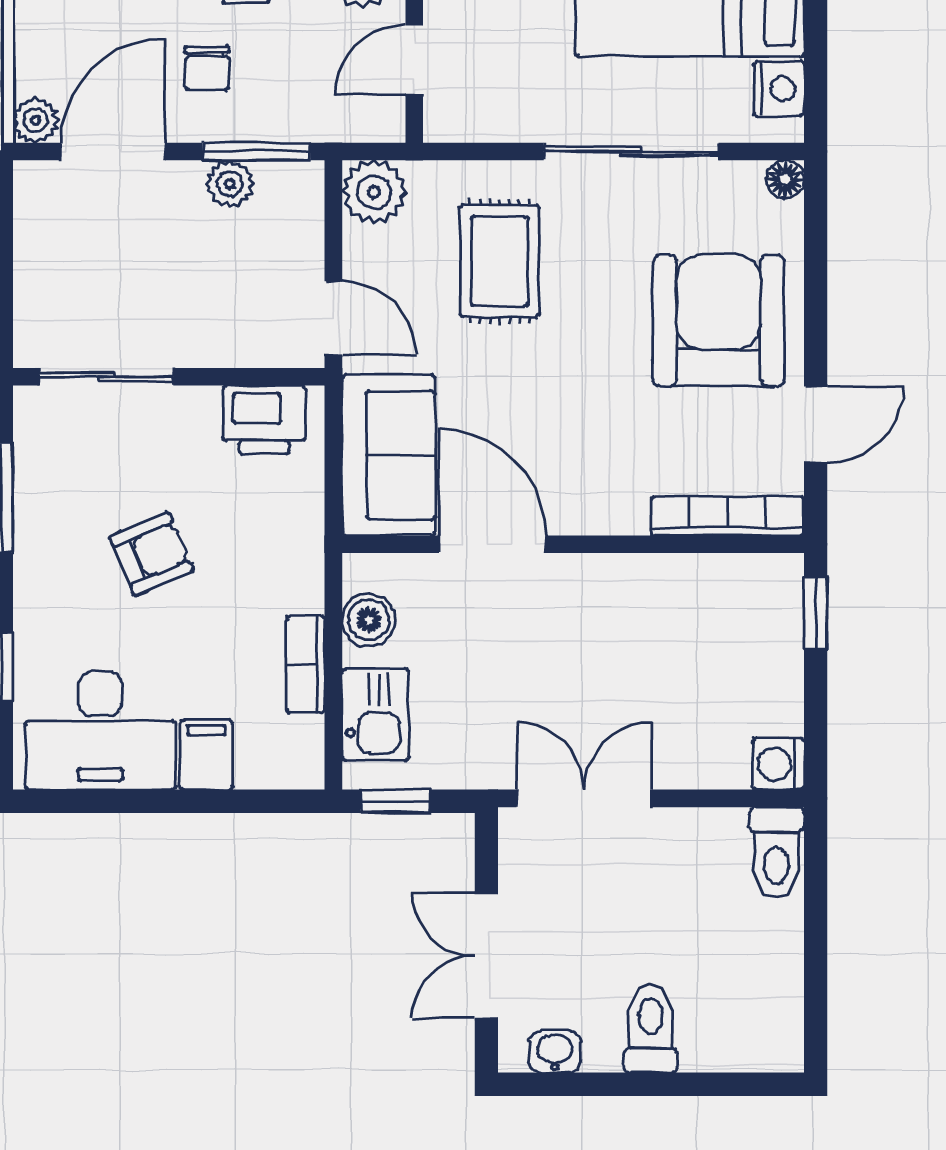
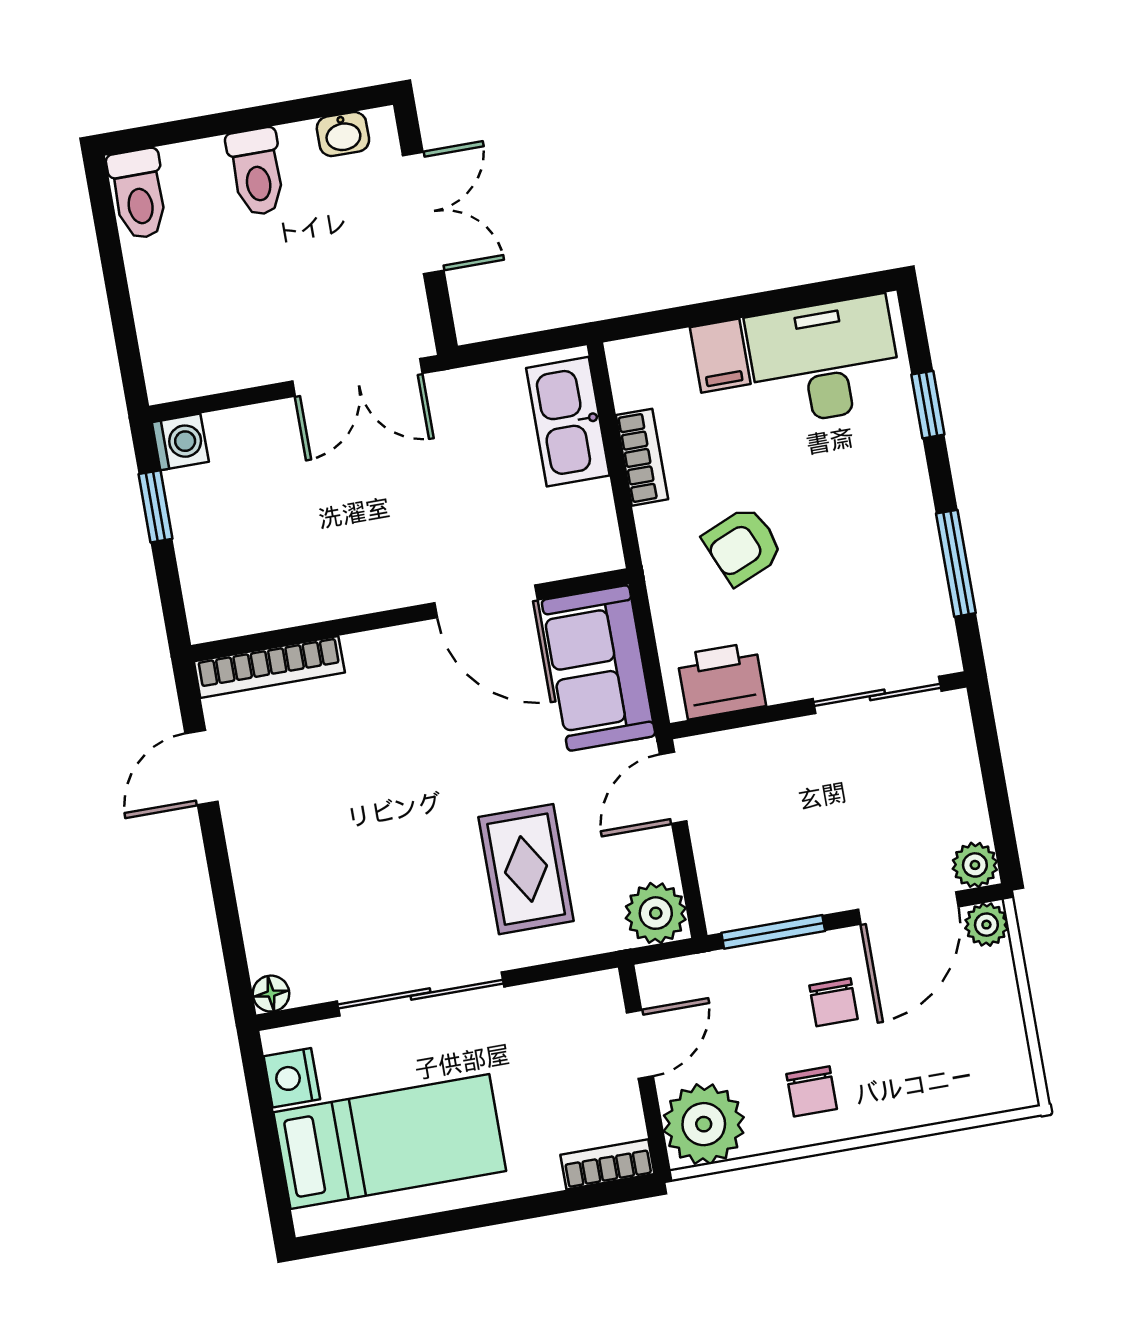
chair: (207, 68) -> (834, 1002), turned 180
plant: (230, 184) -> (975, 865), moved
door: (333, 318) -> (673, 788), hinge flipped
armchair: (719, 320) -> (310, 850), removed
armchair: (151, 554) -> (743, 546), moved
window: (816, 613) -> (155, 506), moved
boiler: (369, 620) -> (590, 510), removed
kitchen sink: (375, 714) -> (568, 422), width x1.38
window: (395, 801) -> (535, 343), removed
toilet: (776, 853) -> (138, 194), moved, turned 180

